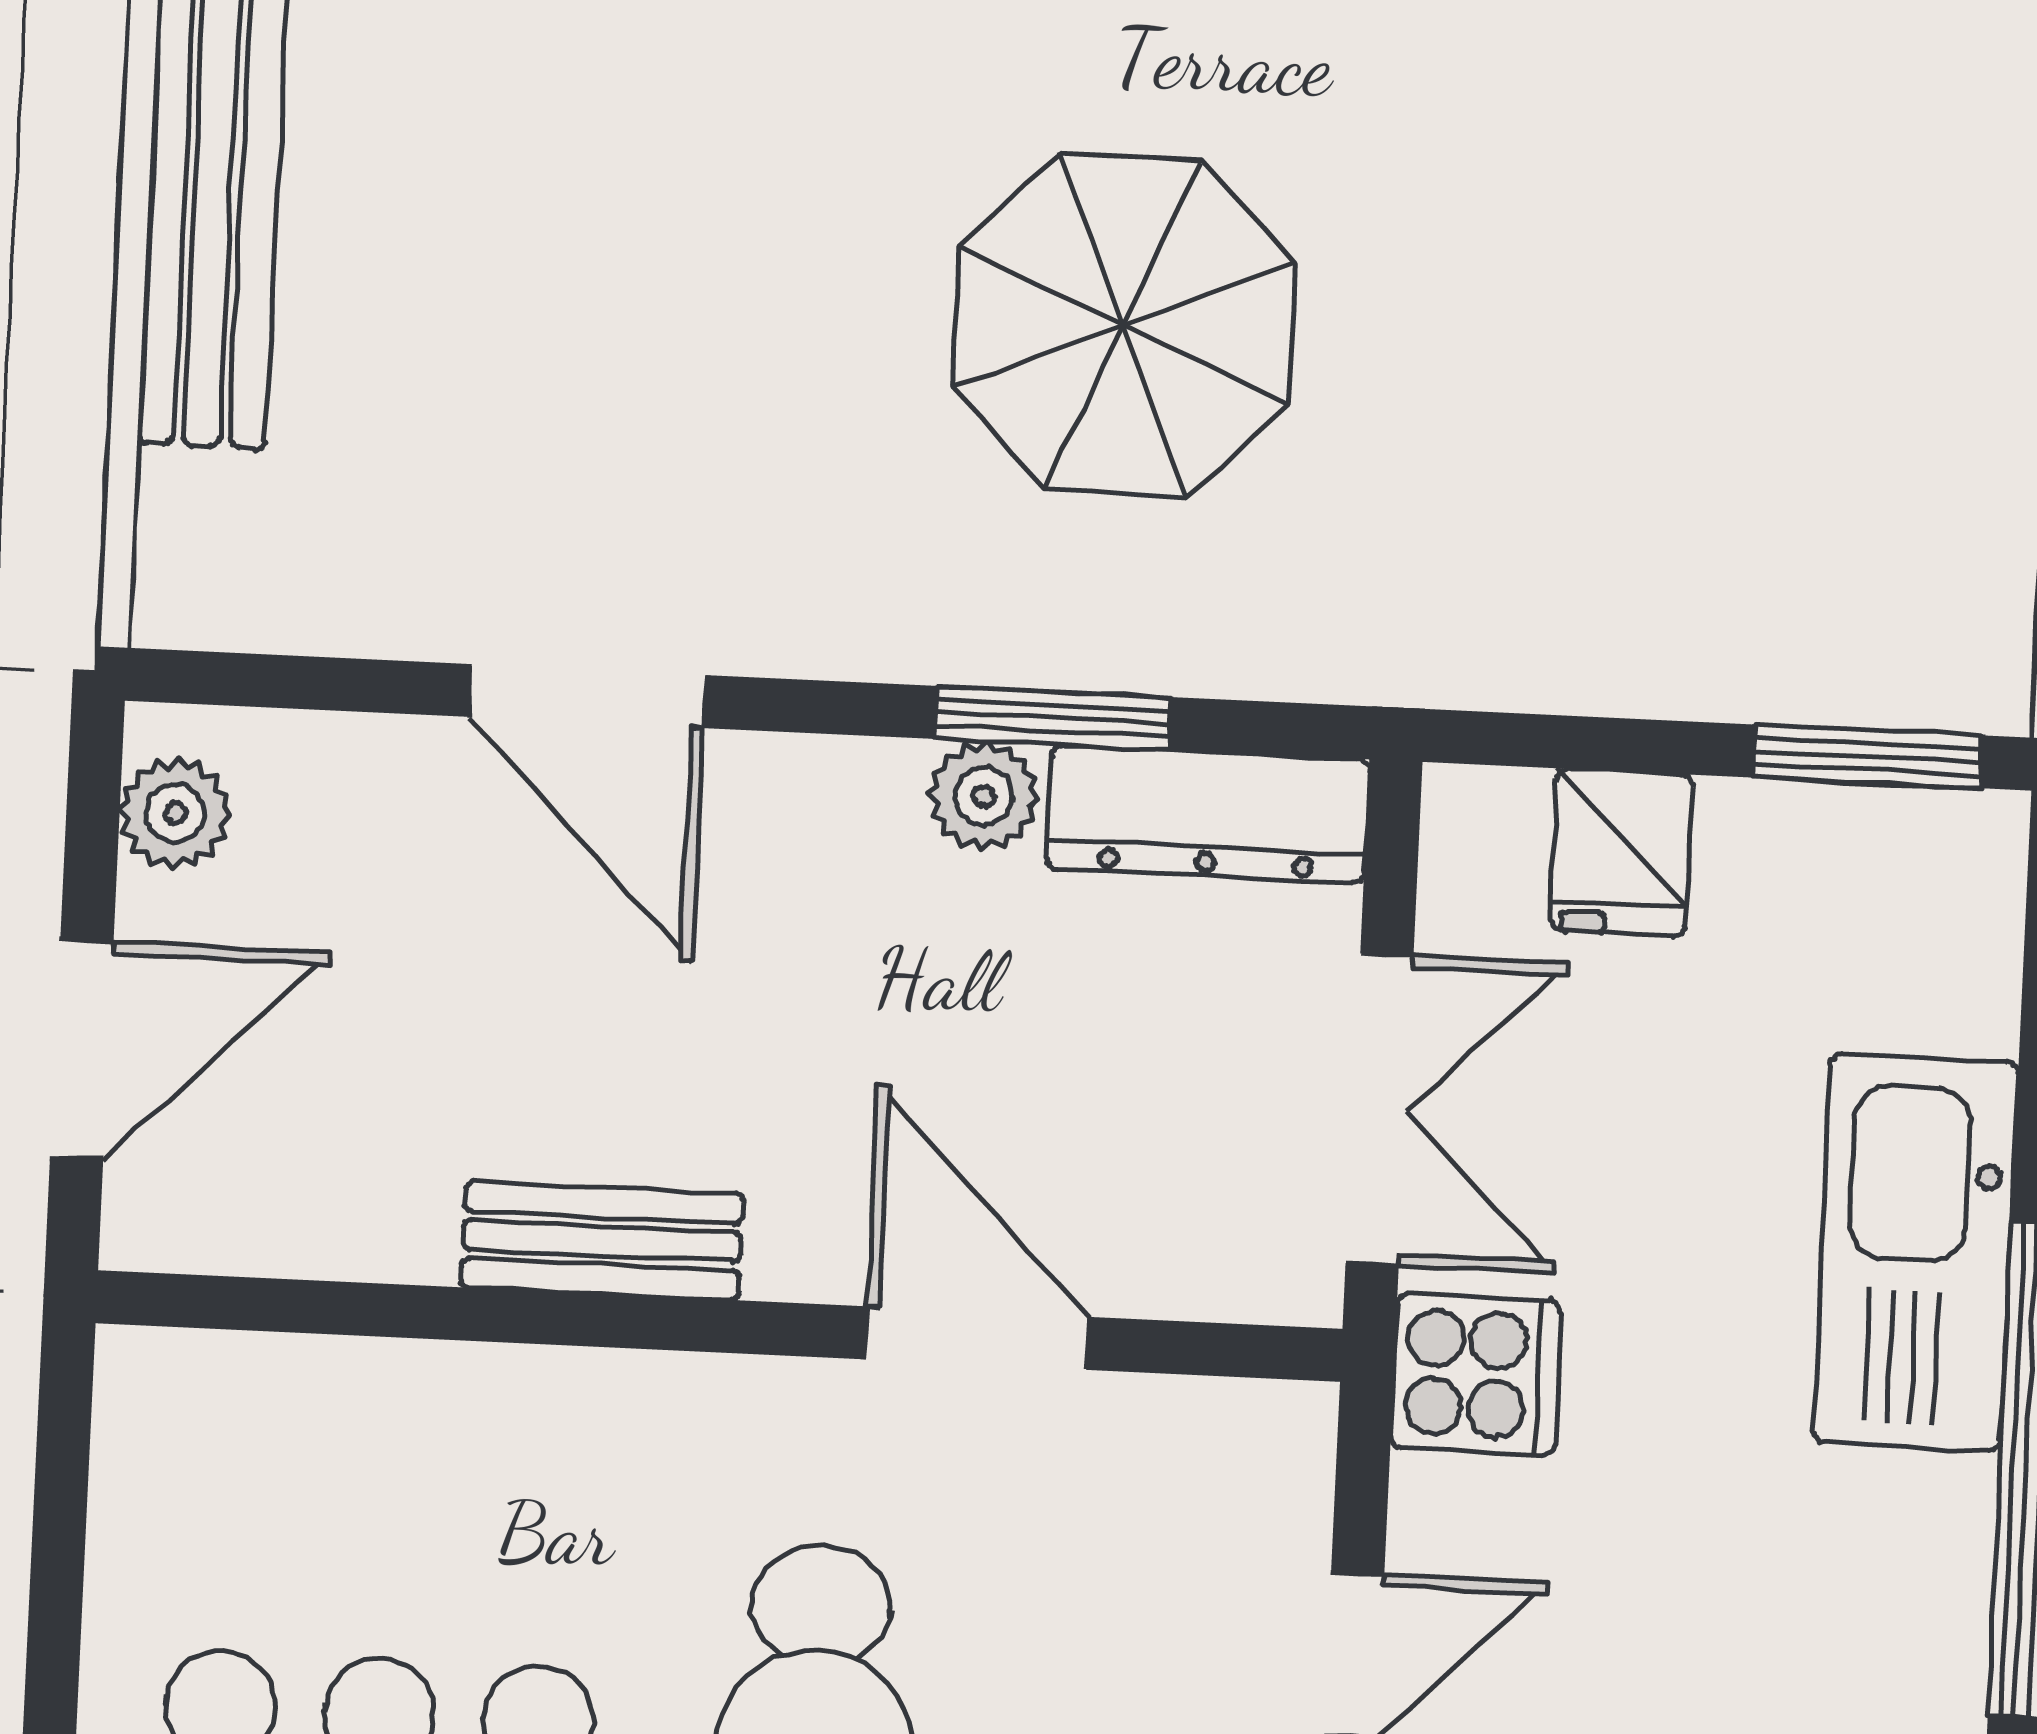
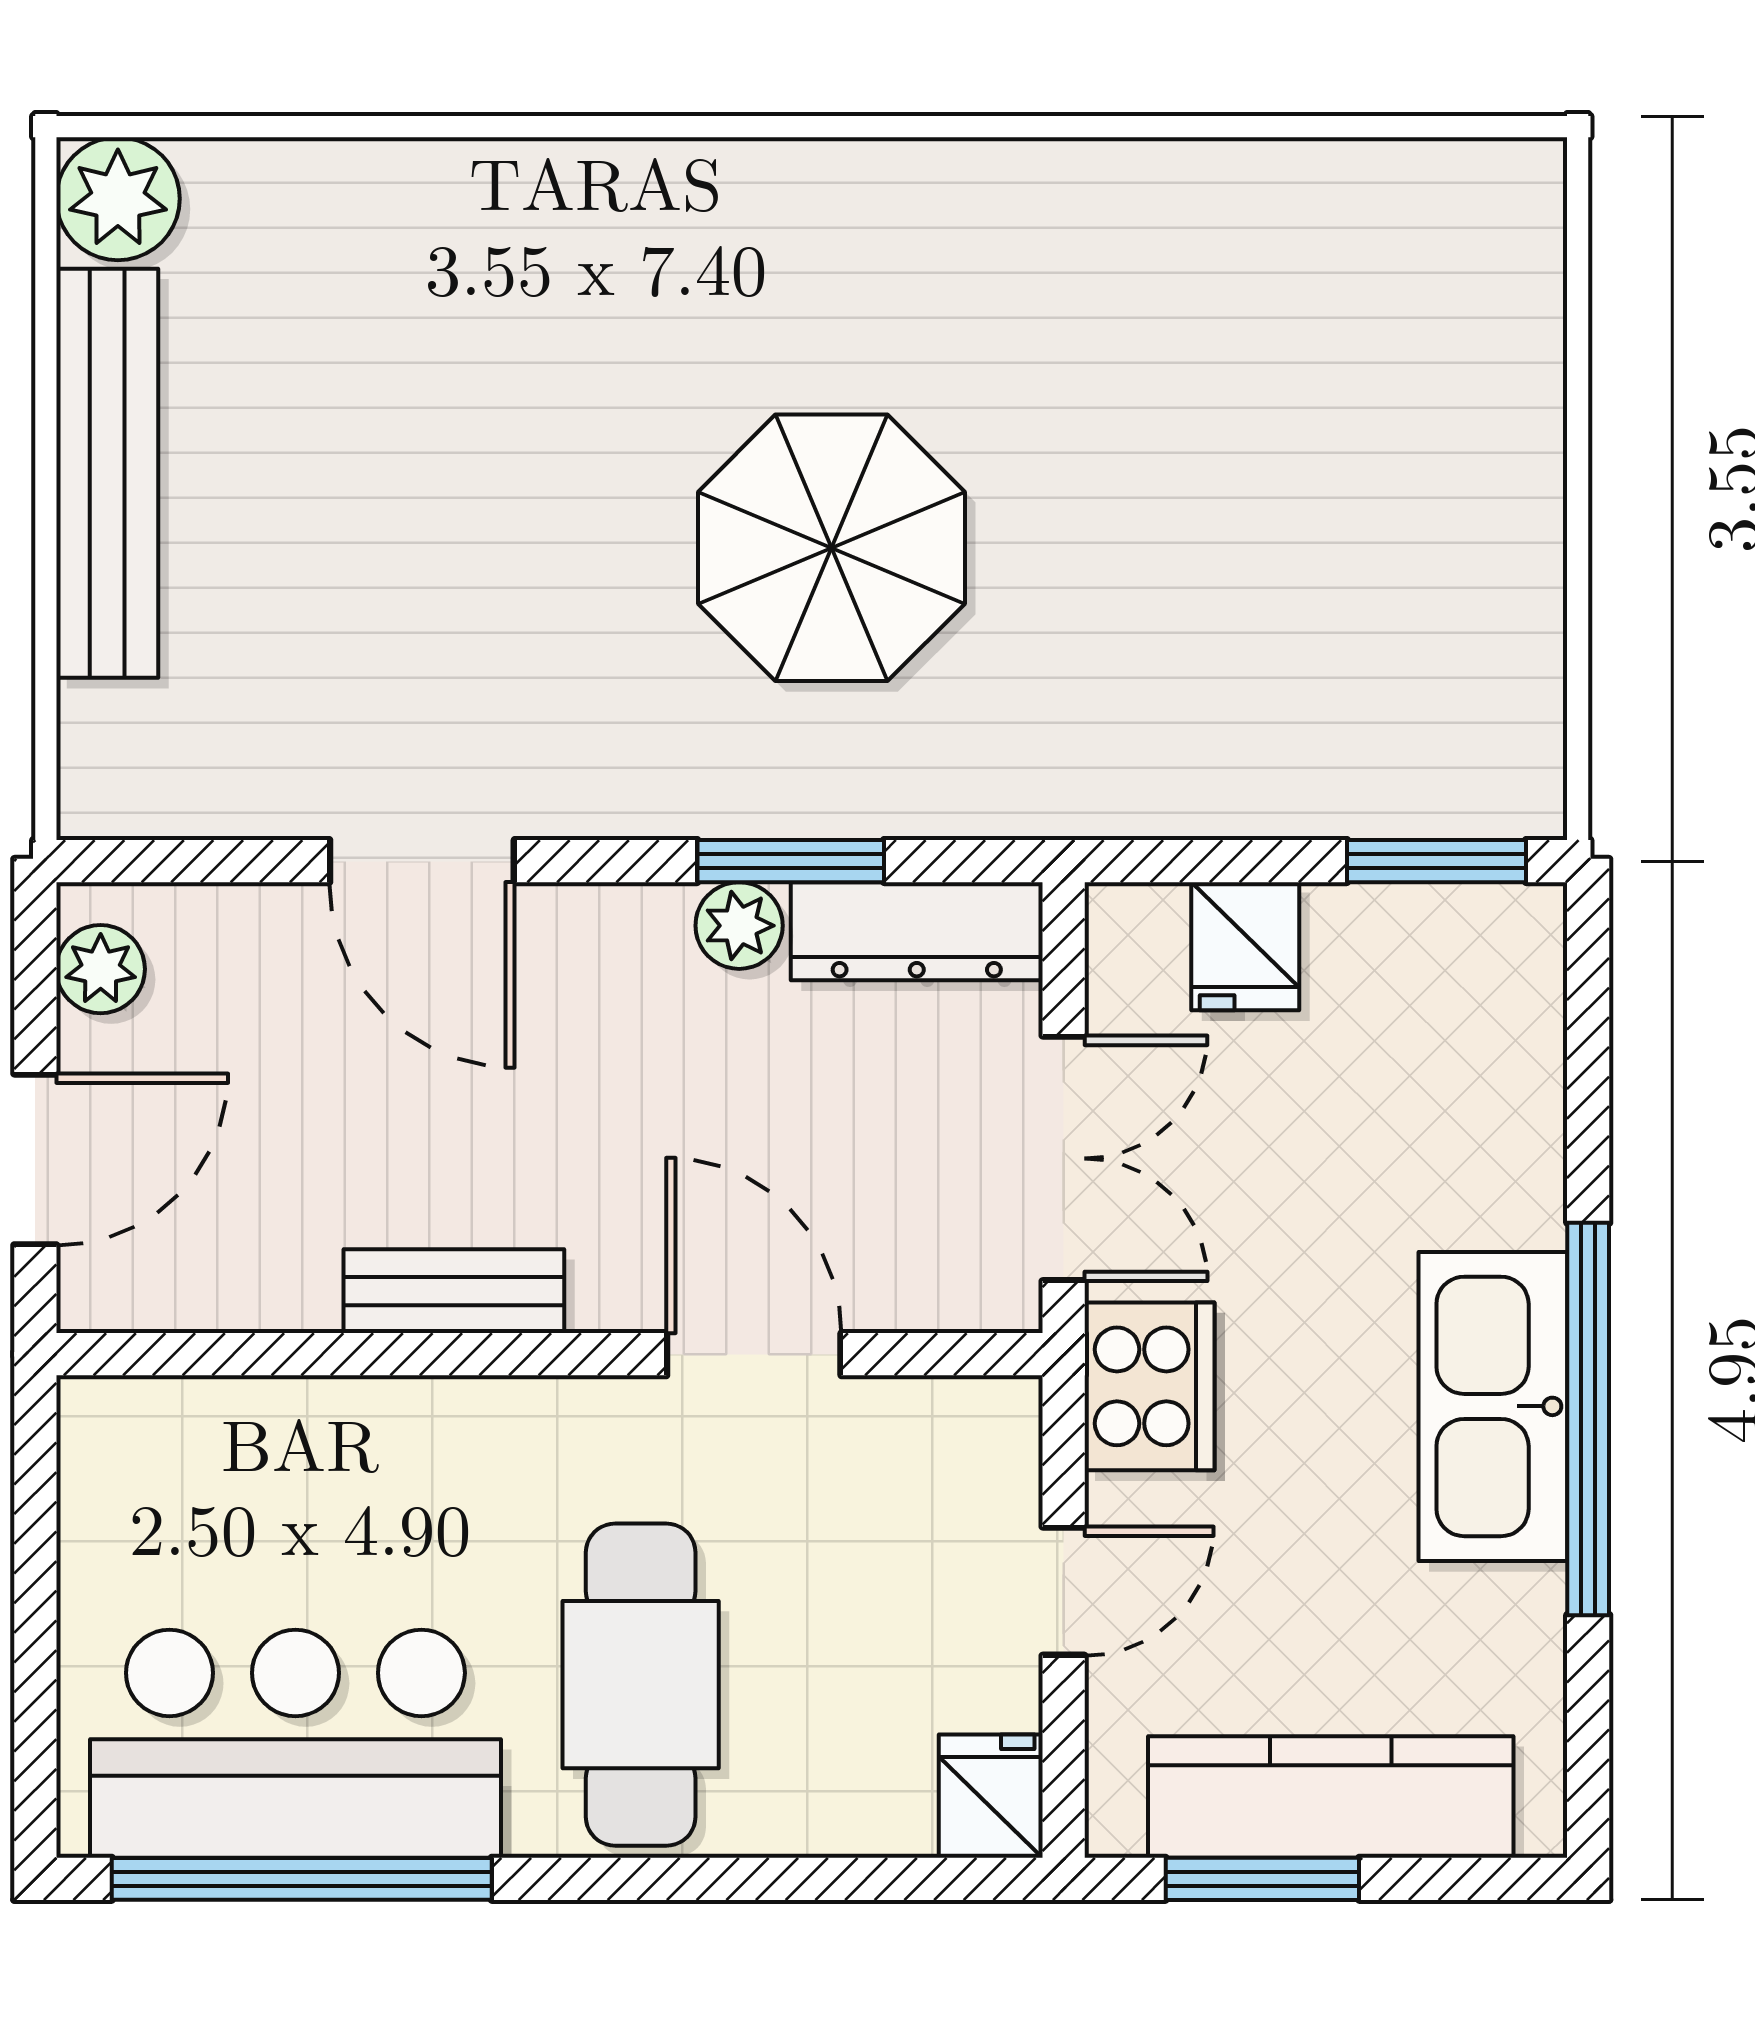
kitchen sink: (1916, 1252) -> (1493, 1406), moved
cooker: (1476, 1374) -> (1149, 1386), width x1.36

